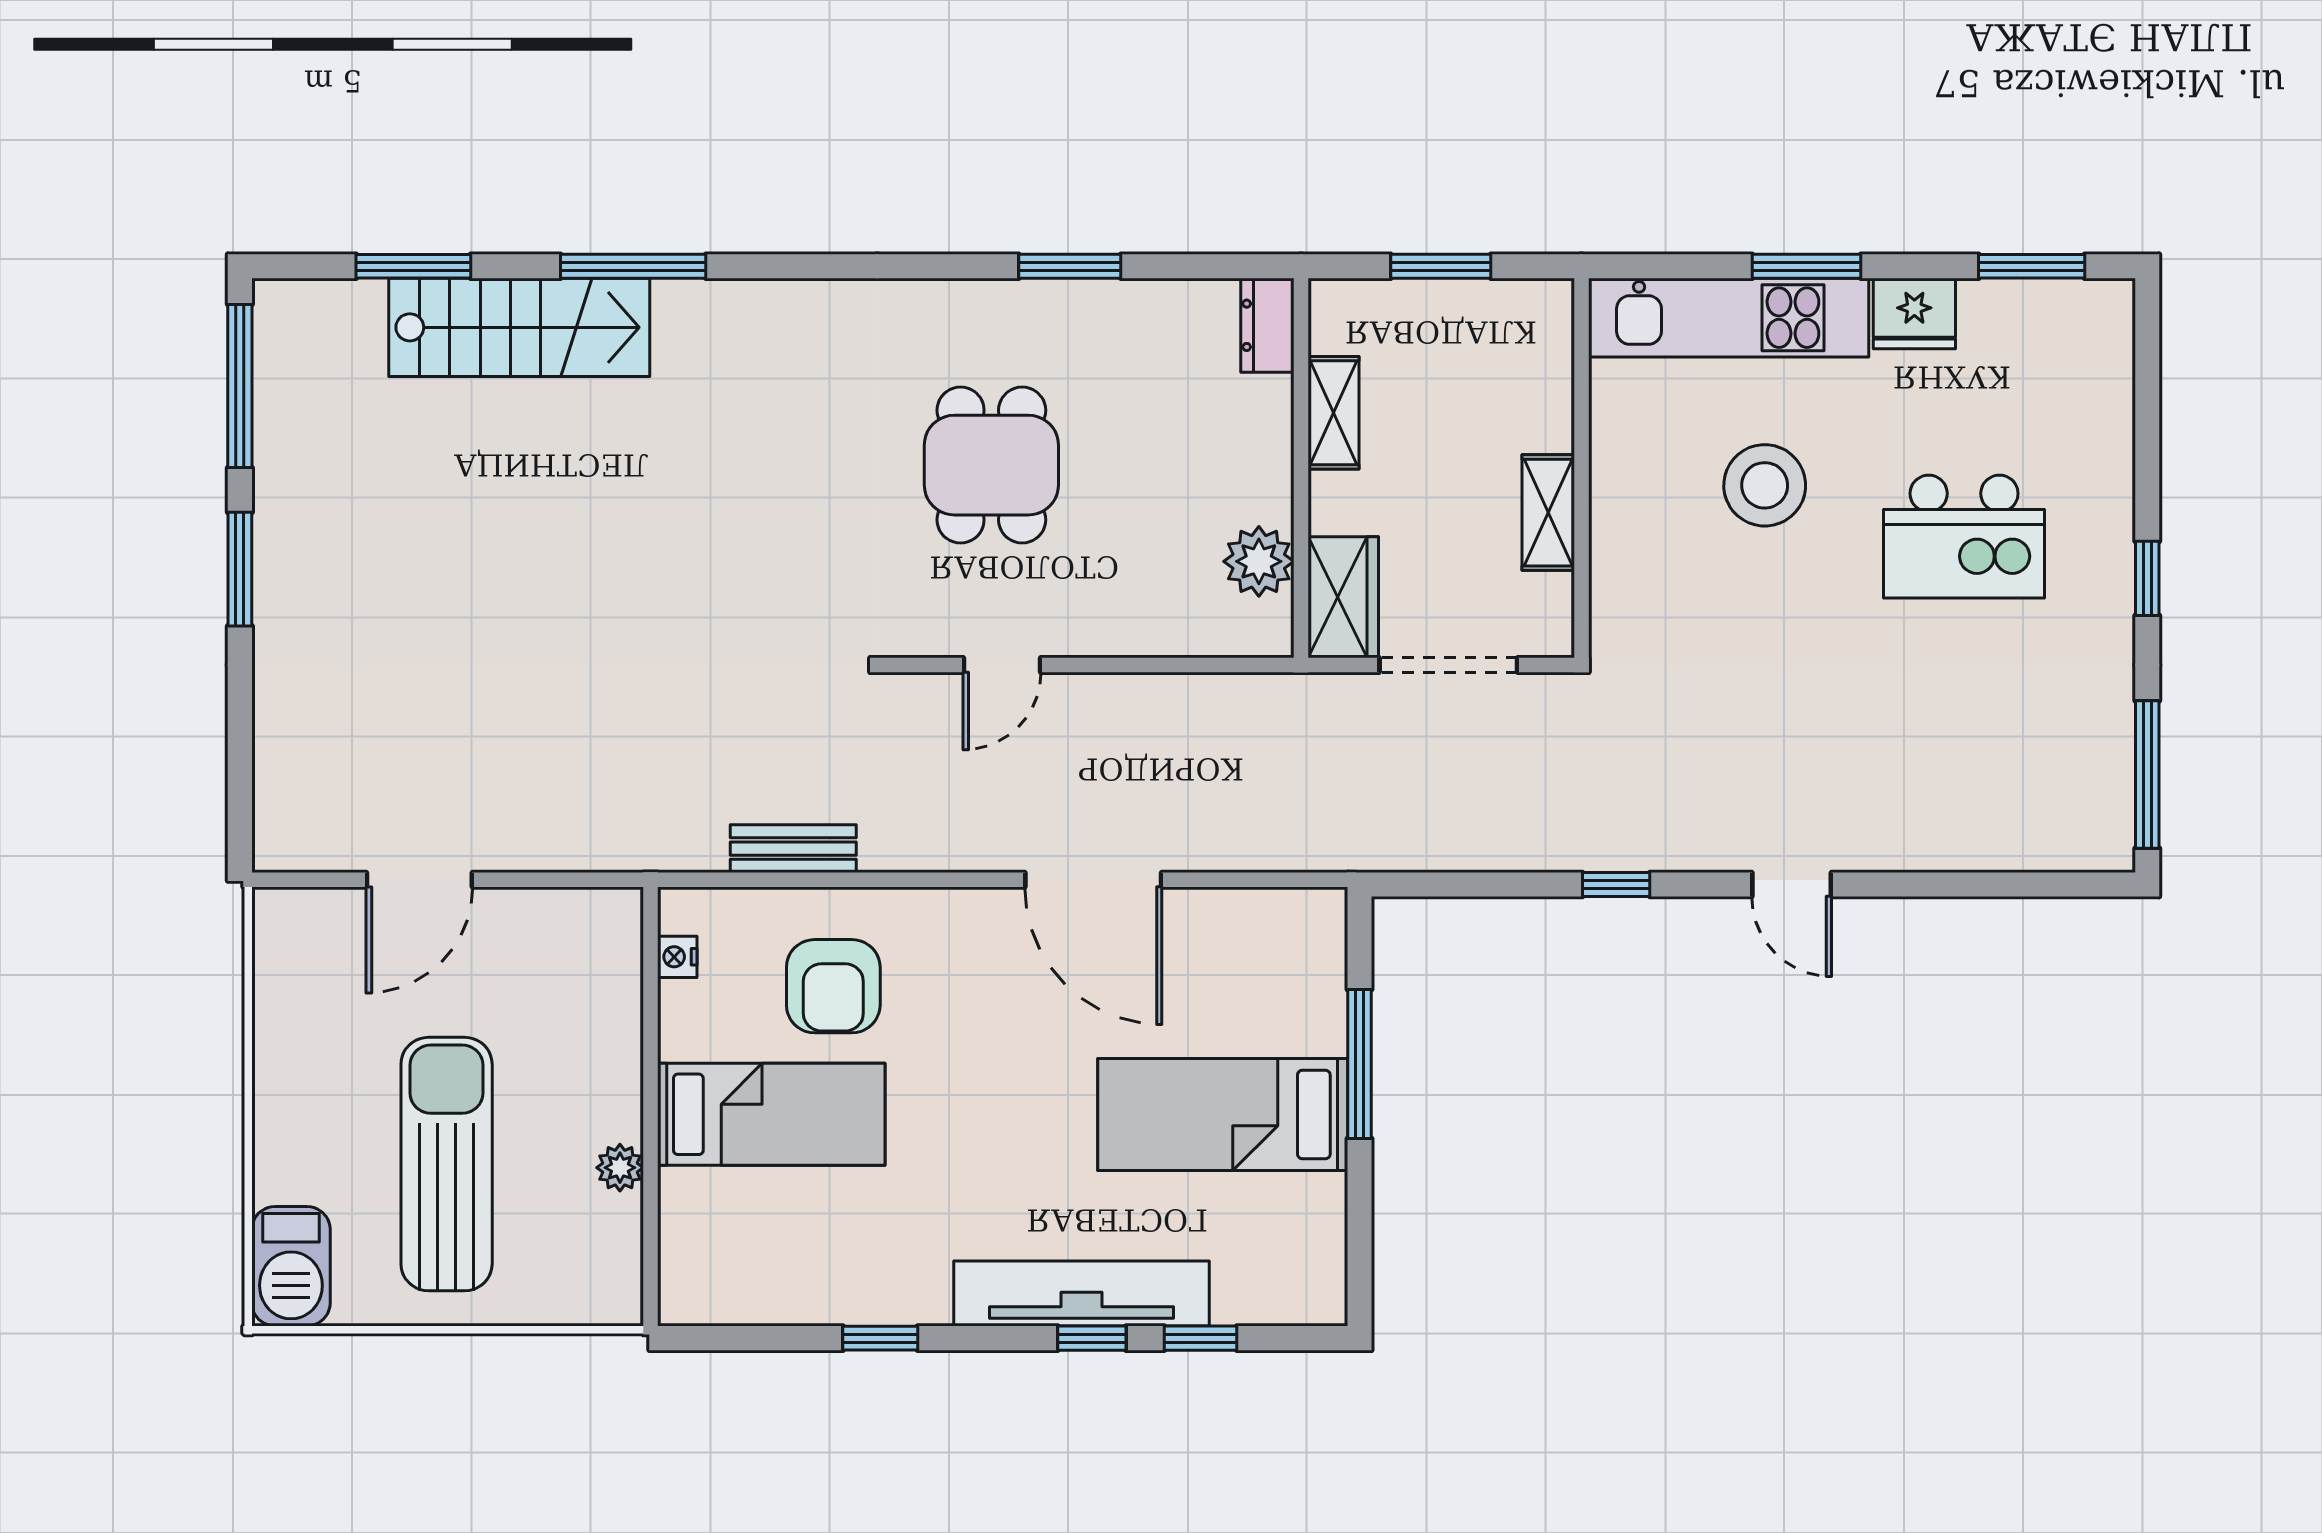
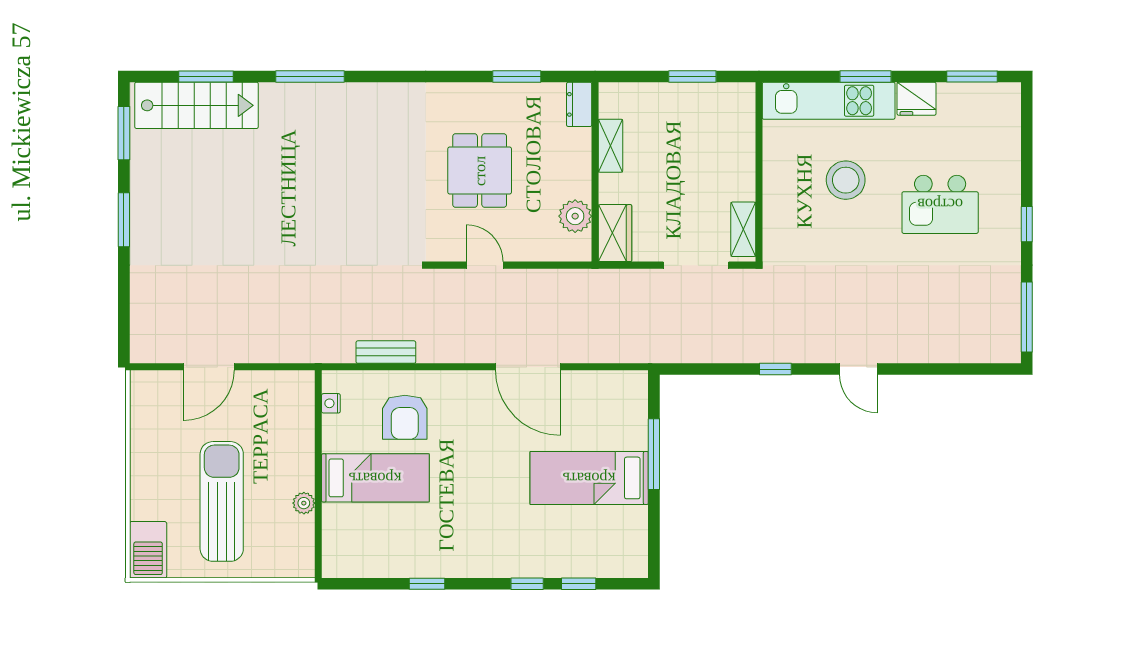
dresser: (1267, 325) -> (579, 104), moved
stairs: (519, 327) -> (197, 105), moved
window: (240, 386) -> (124, 133), width x0.69
shelving: (1334, 413) -> (611, 146), moved
wall: (1301, 468) -> (595, 172), moved
shelving: (1548, 513) -> (743, 229), moved
plant: (1259, 561) -> (575, 216), moved
wardrobe: (1343, 597) -> (615, 233), moved
door: (1002, 665) -> (485, 265), swing flipped
tv unit: (1081, 1293) -> (522, 563), removed

